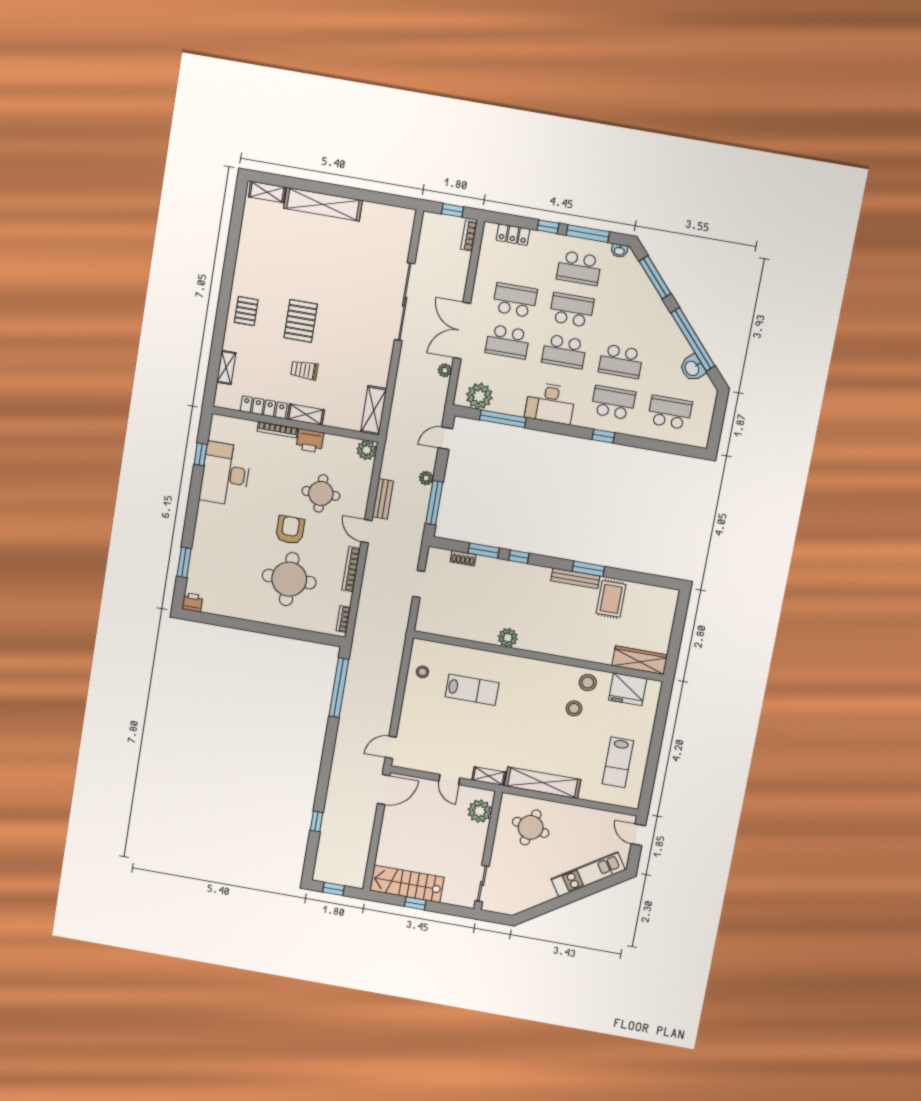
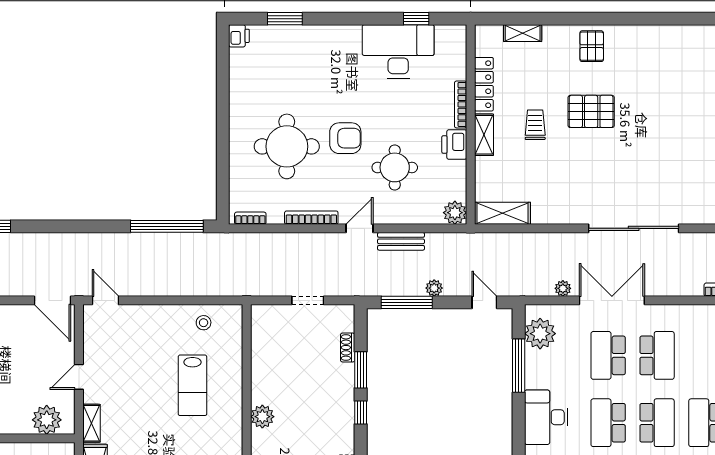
pallet: (246, 311) -> (592, 46), turned 90

